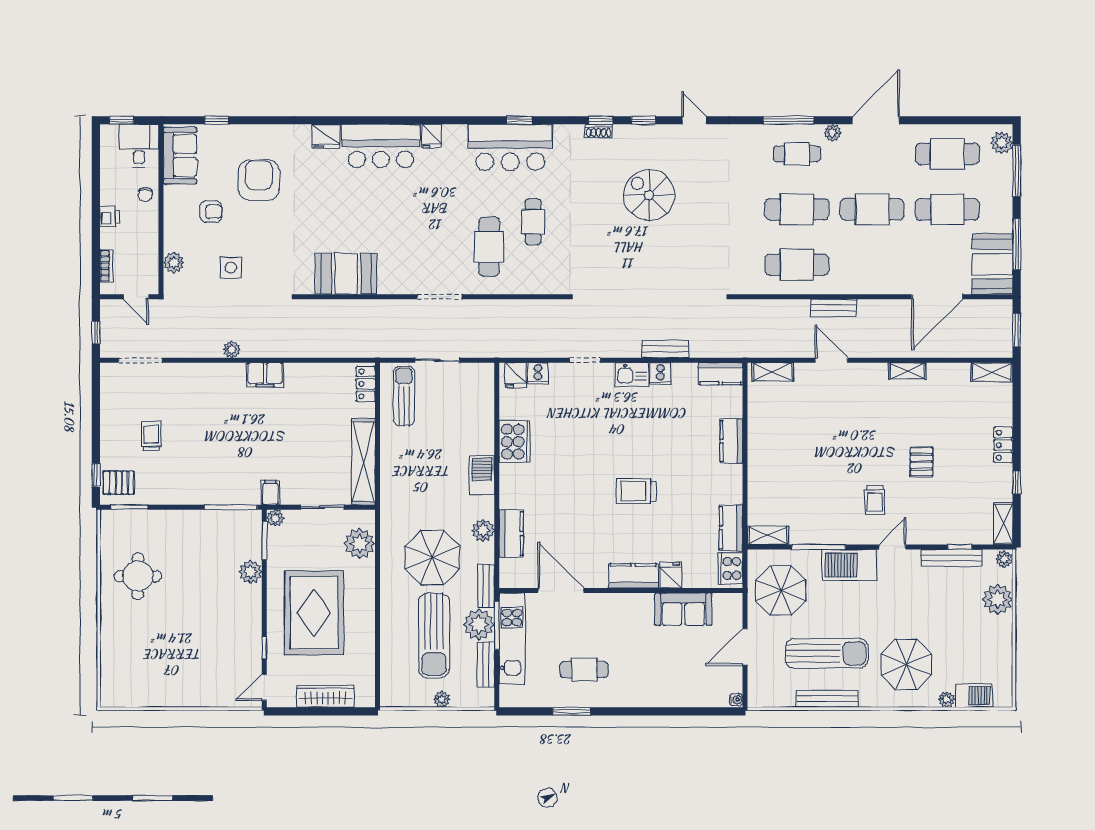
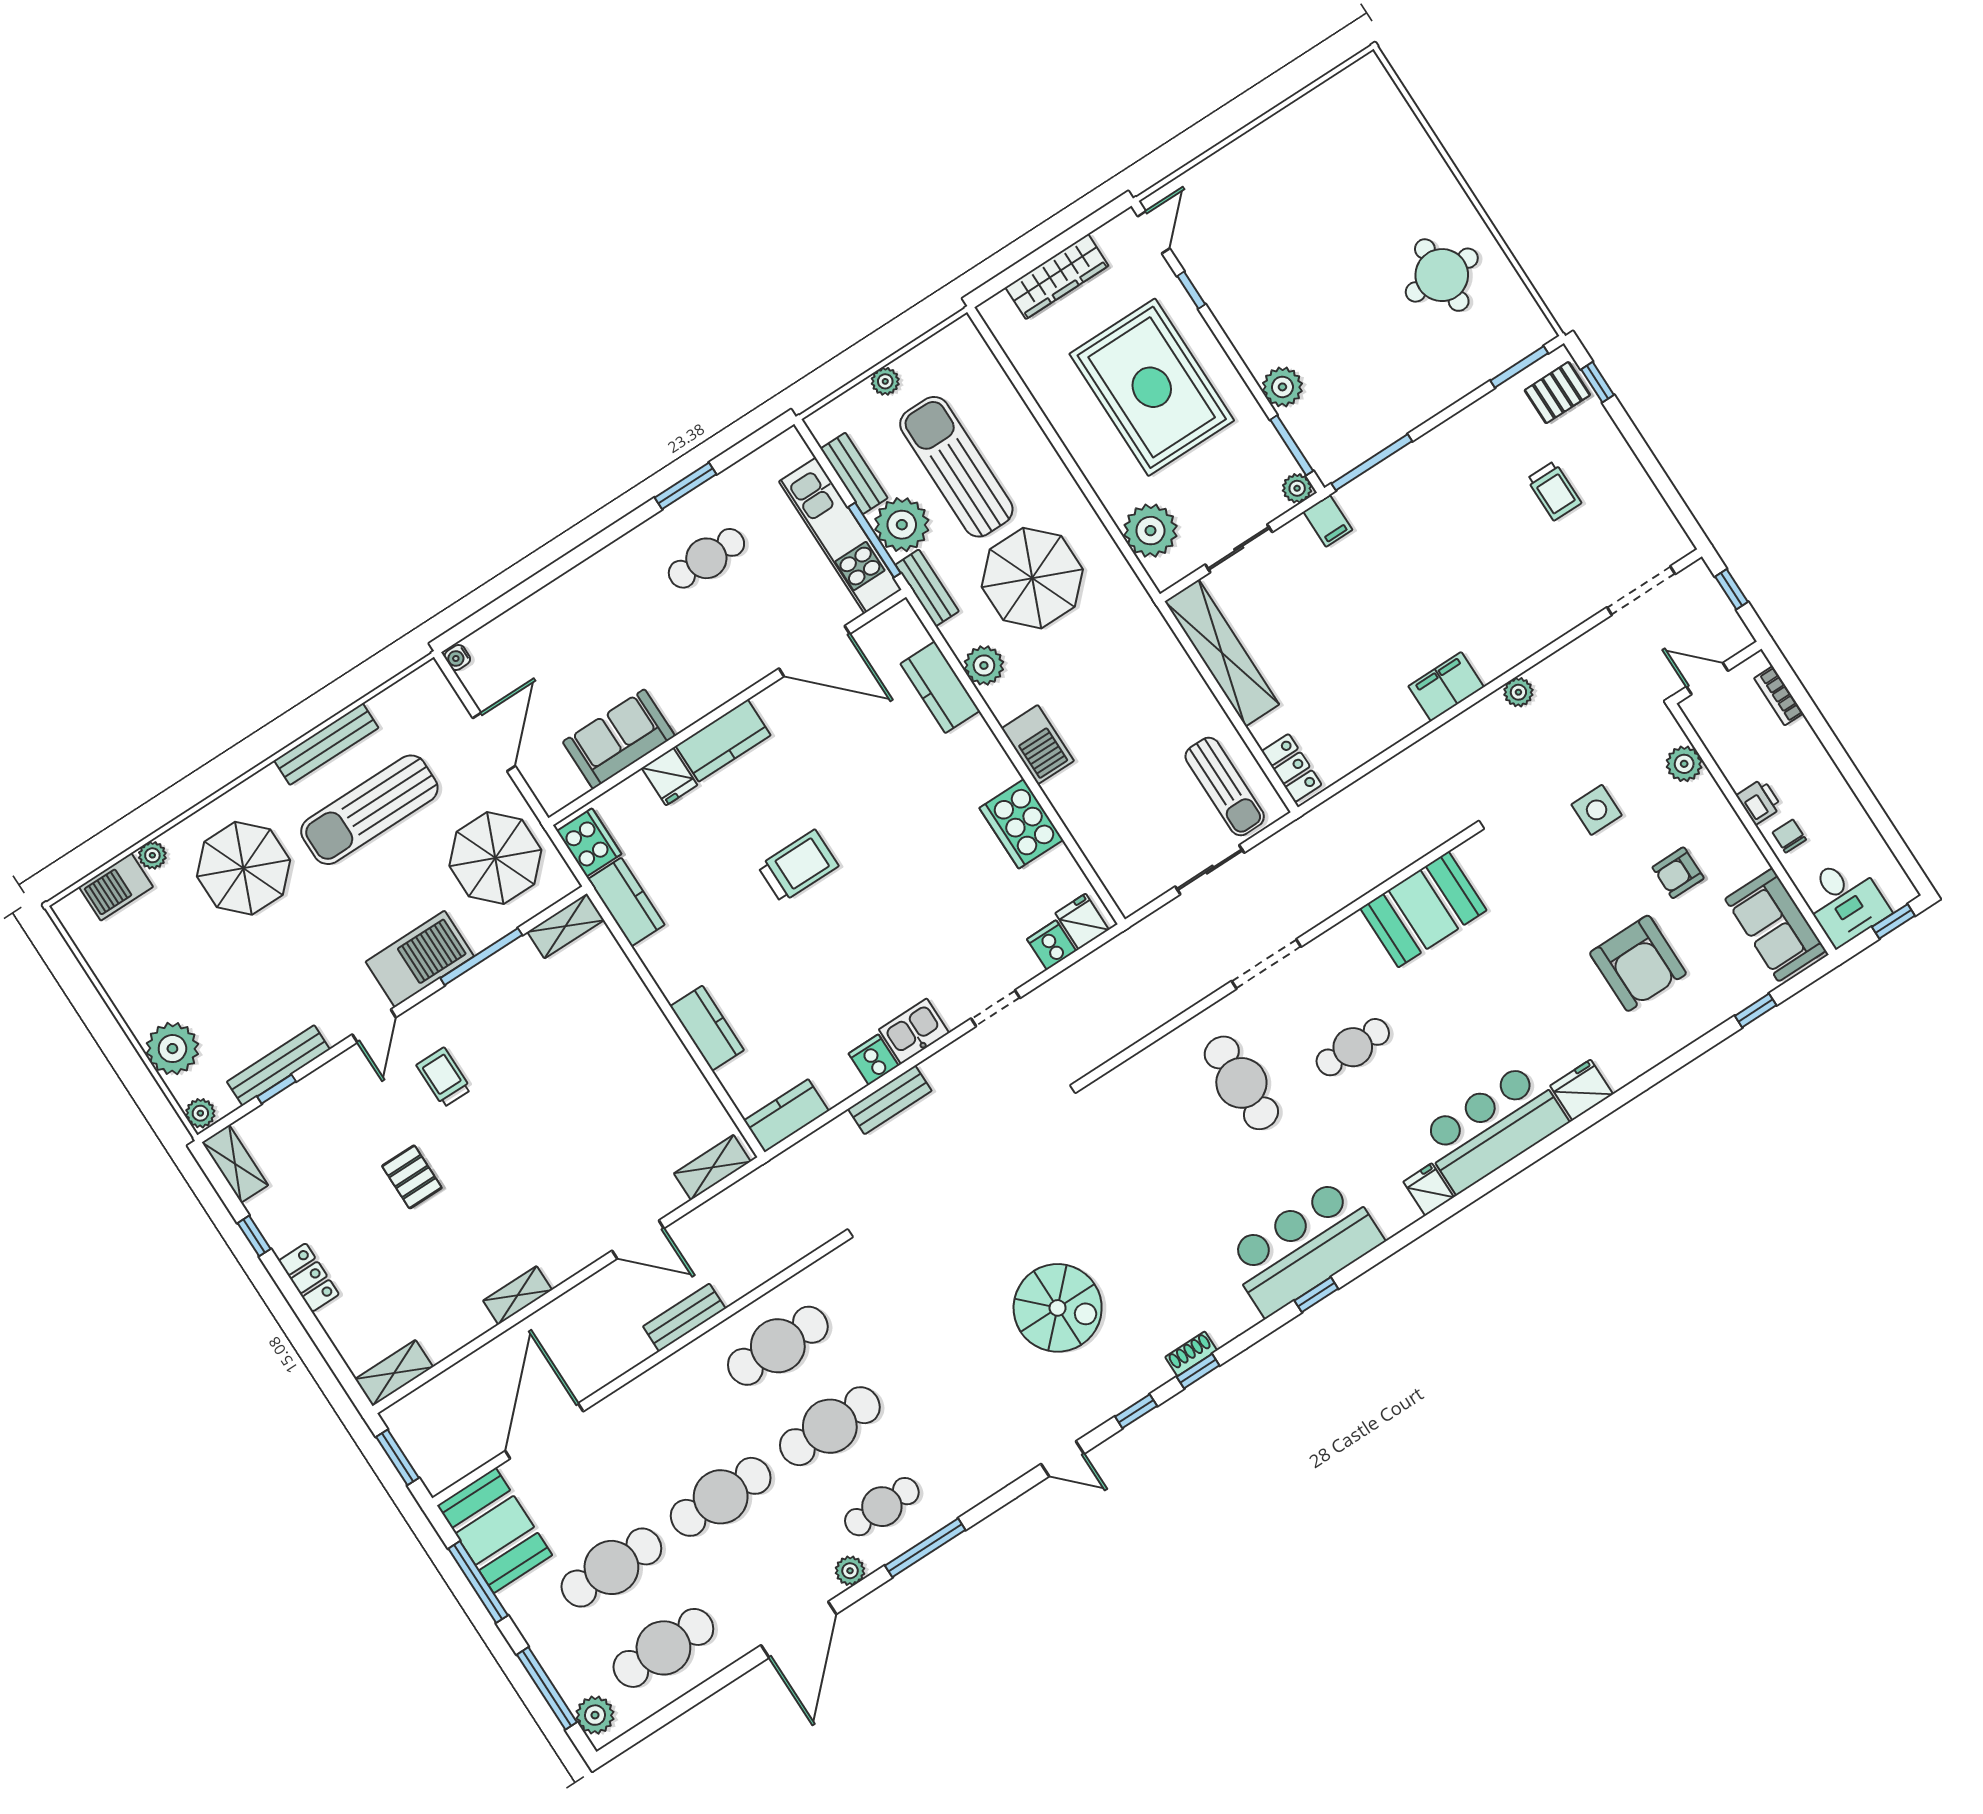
printer: (109, 217) -> (1759, 802), moved, turned 180
cafe table: (533, 222) -> (1353, 1047), moved, turned 90

